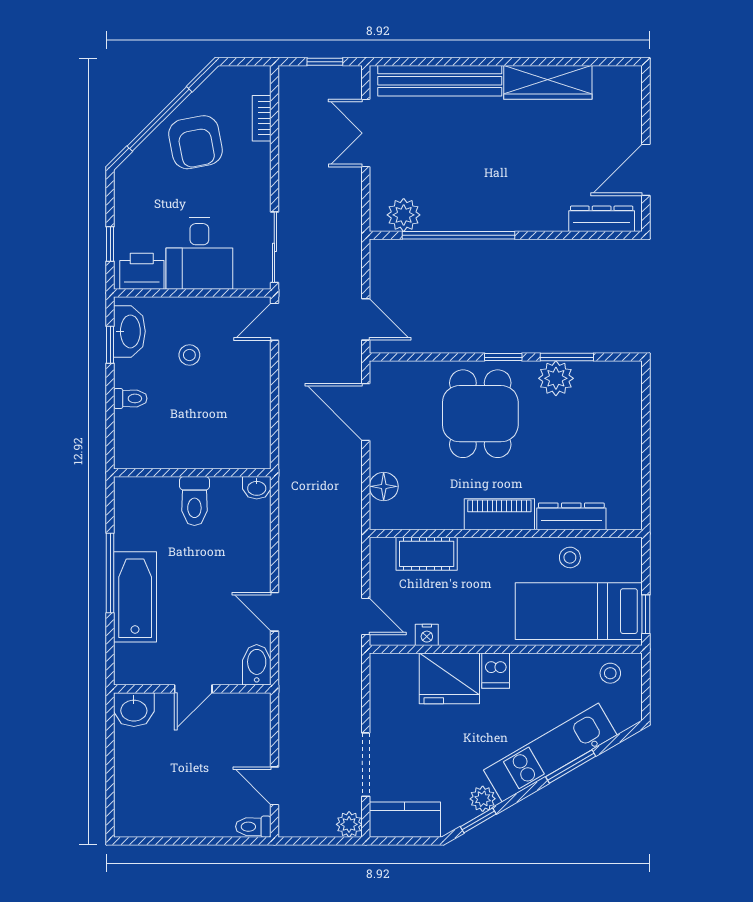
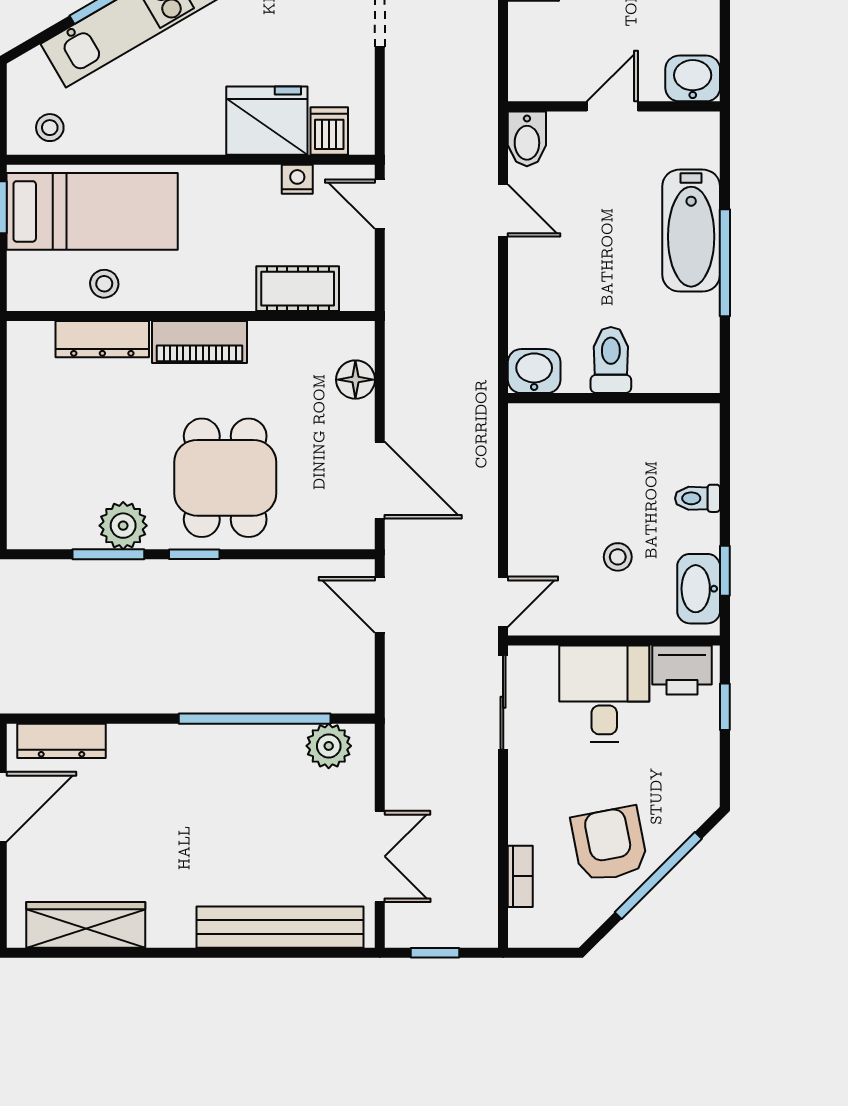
wardrobe: (548, 82) -> (86, 925), moved
washbasin: (257, 488) -> (534, 371), width x1.38, depth x1.45
dishwasher: (496, 671) -> (329, 131), moved

